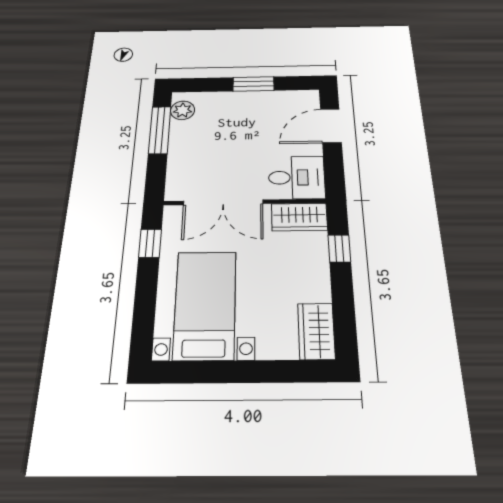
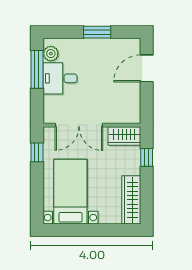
desk: (297, 177) -> (60, 78), moved, turned 180
wardrobe: (316, 331) -> (131, 200), width x1.50

